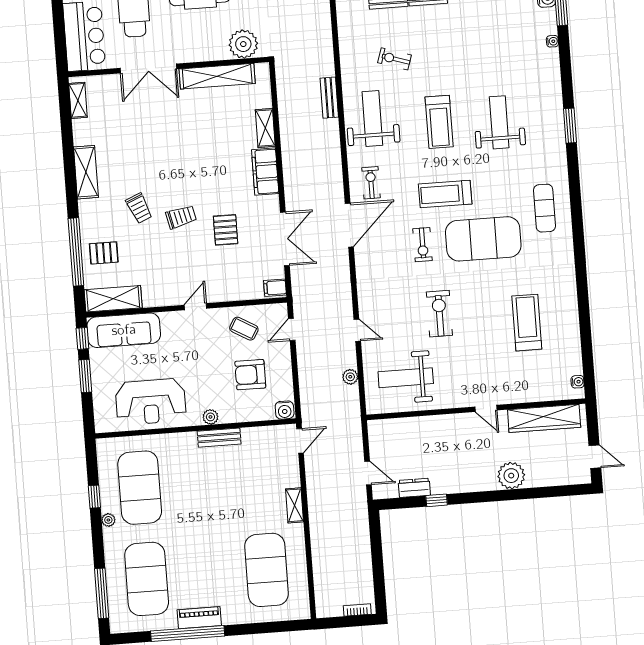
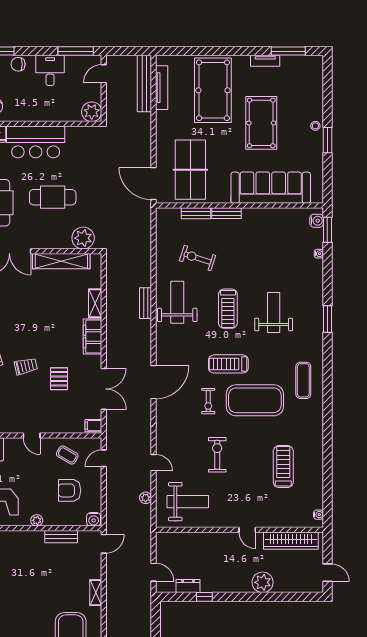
exercise bike: (395, 59) -> (198, 258), width x1.38, depth x1.39
bench: (329, 98) -> (146, 303), moved
exercise bike: (371, 183) -> (173, 351), removed
door: (195, 307) -> (32, 435), swing flipped
weight bench: (406, 378) -> (188, 502), turned 180
bench: (219, 438) -> (61, 537), moved

